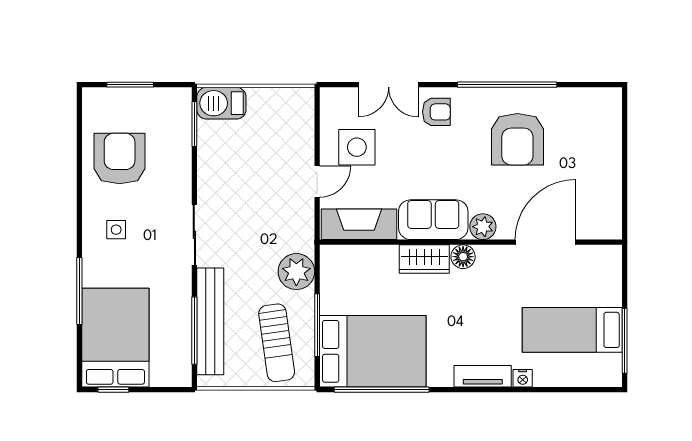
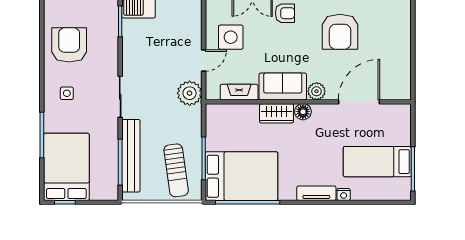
fireplace: (359, 224) -> (239, 92), width x0.73, depth x0.76
plant: (296, 272) -> (190, 93), moved

